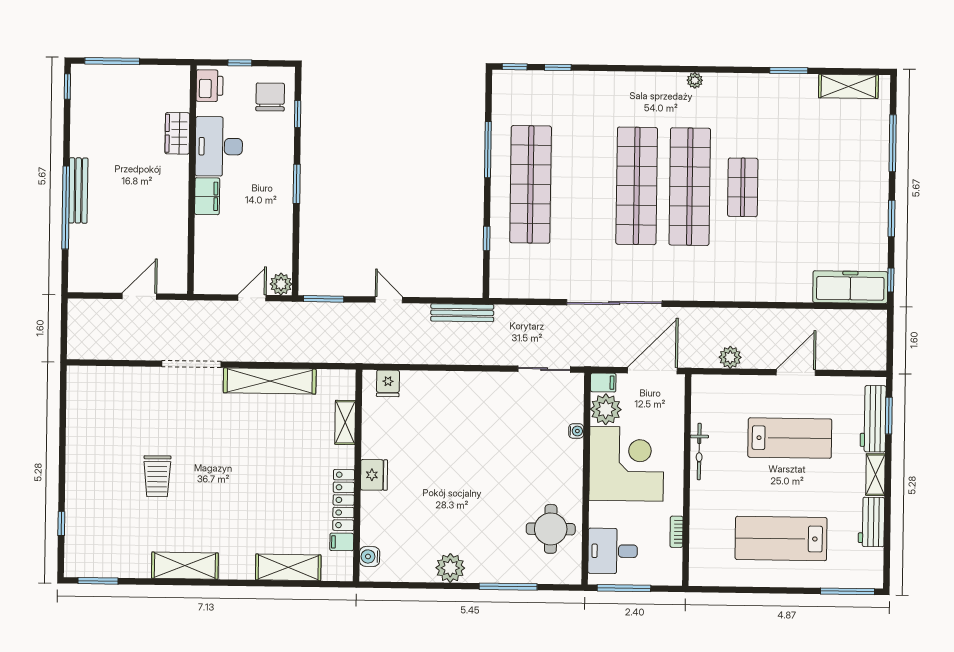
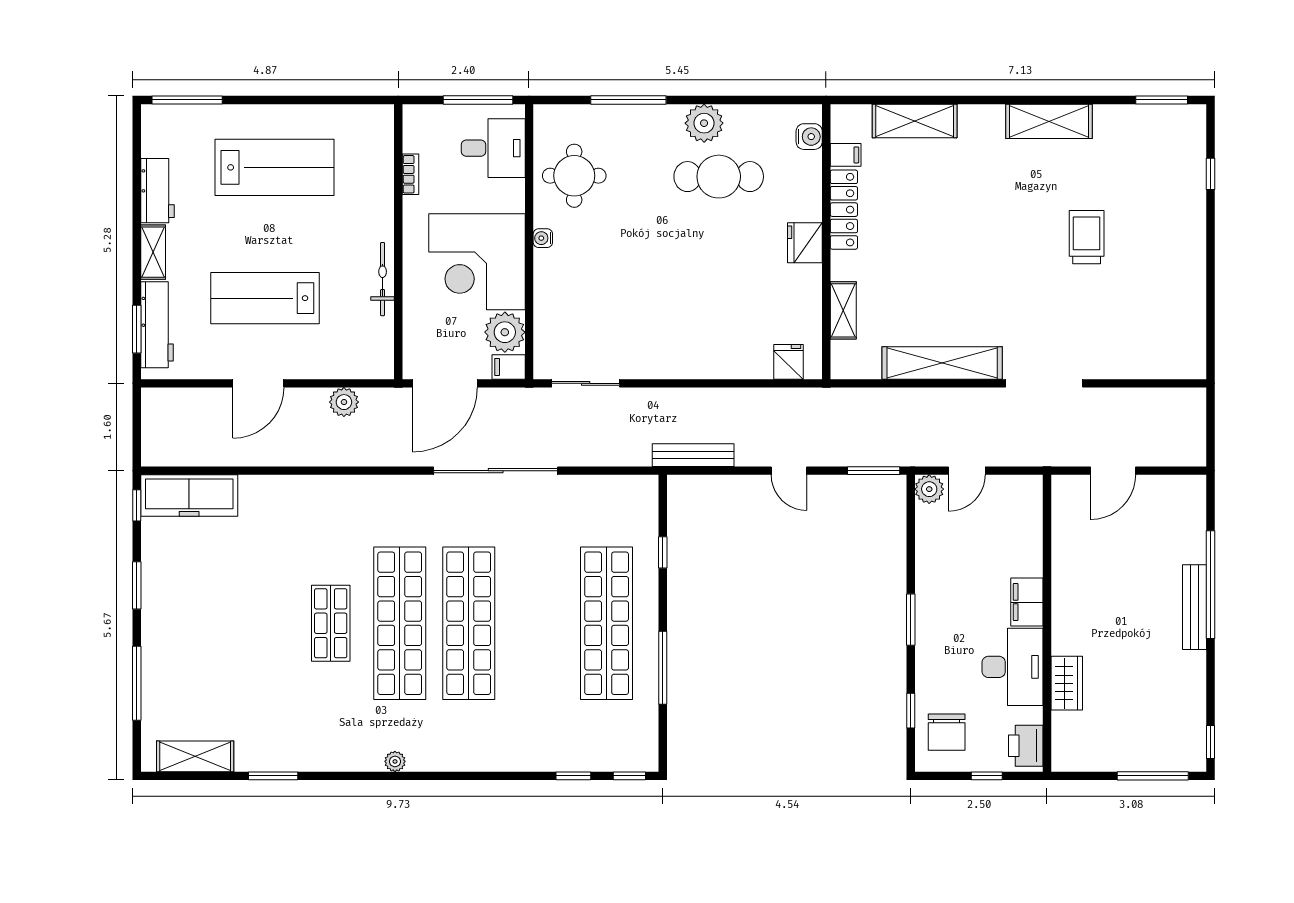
water cooler: (576, 431) -> (543, 238), moved
cafe table: (440, 527) -> (719, 177), added

